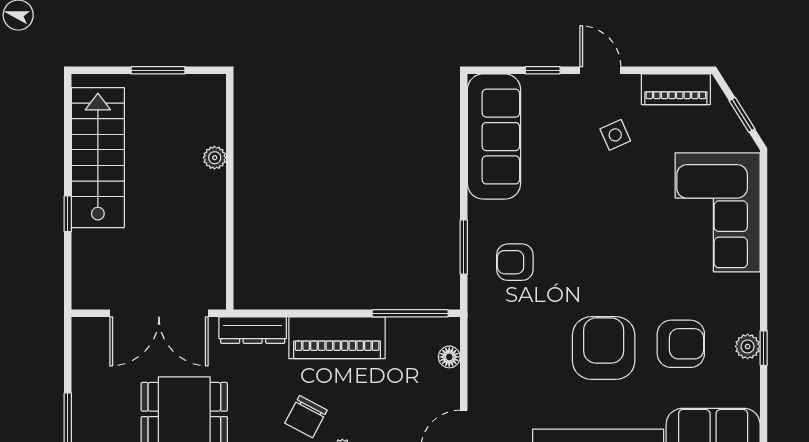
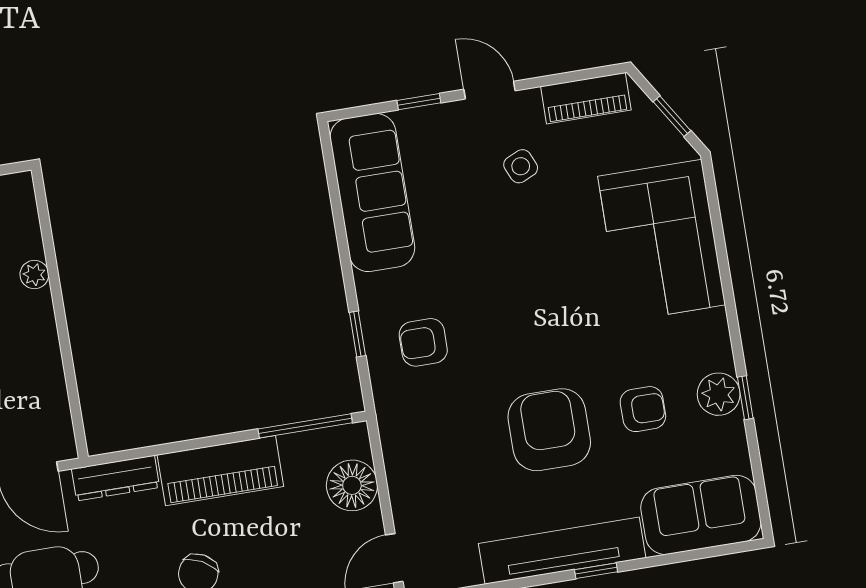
window: (464, 247) -> (357, 334), width x0.67
armchair: (681, 344) -> (643, 409), width x0.72, depth x0.72
plant: (748, 346) -> (719, 394), width x1.38, depth x1.38
floor lamp: (449, 357) -> (352, 485), width x1.89, depth x1.89

